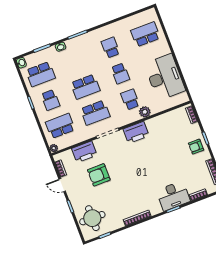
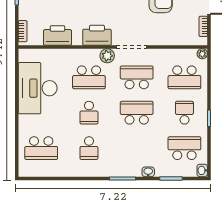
school desk: (120, 73) -> (89, 113), turned 180
school desk: (130, 99) -> (89, 77), width x1.85
plant: (145, 112) -> (107, 56), moved
printer: (84, 152) -> (57, 35), moved

